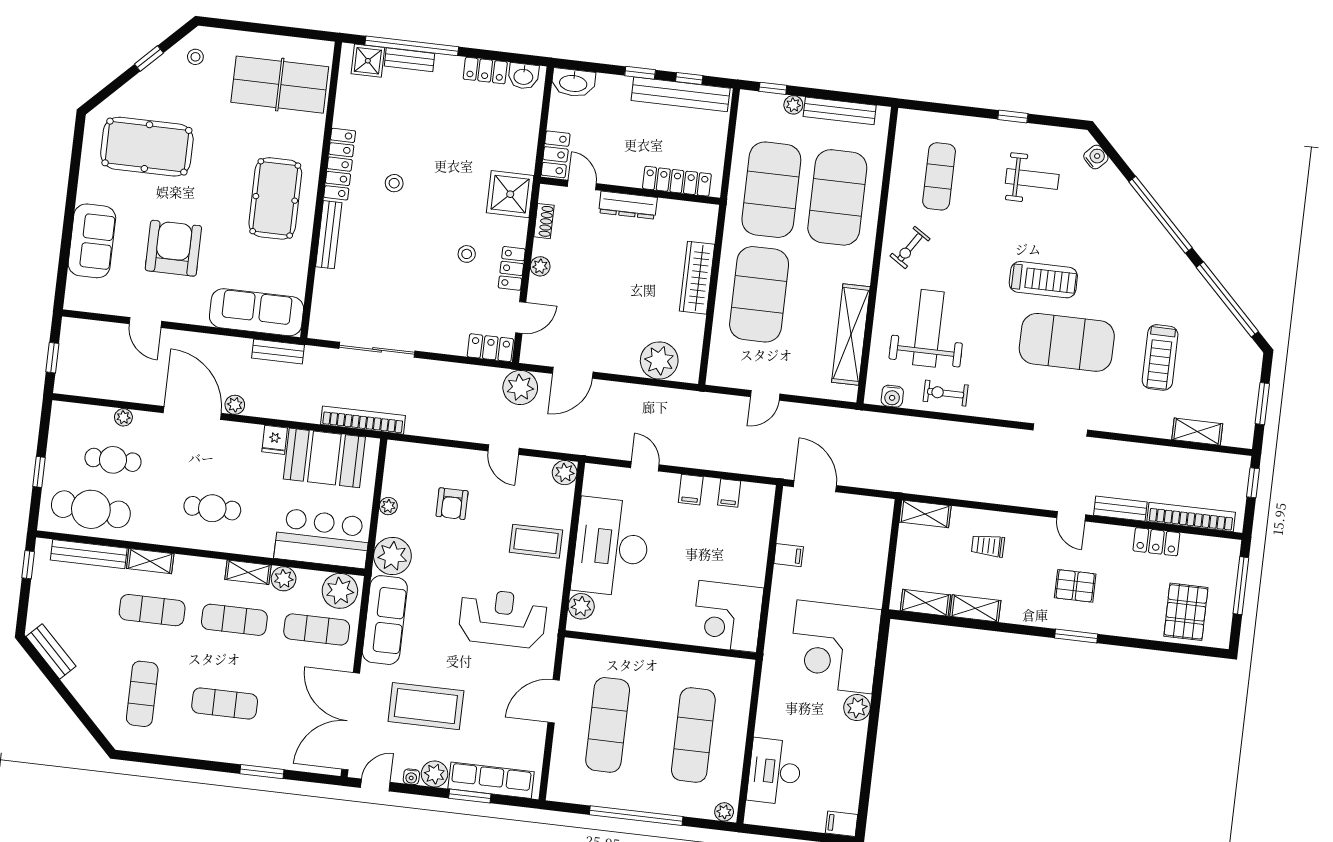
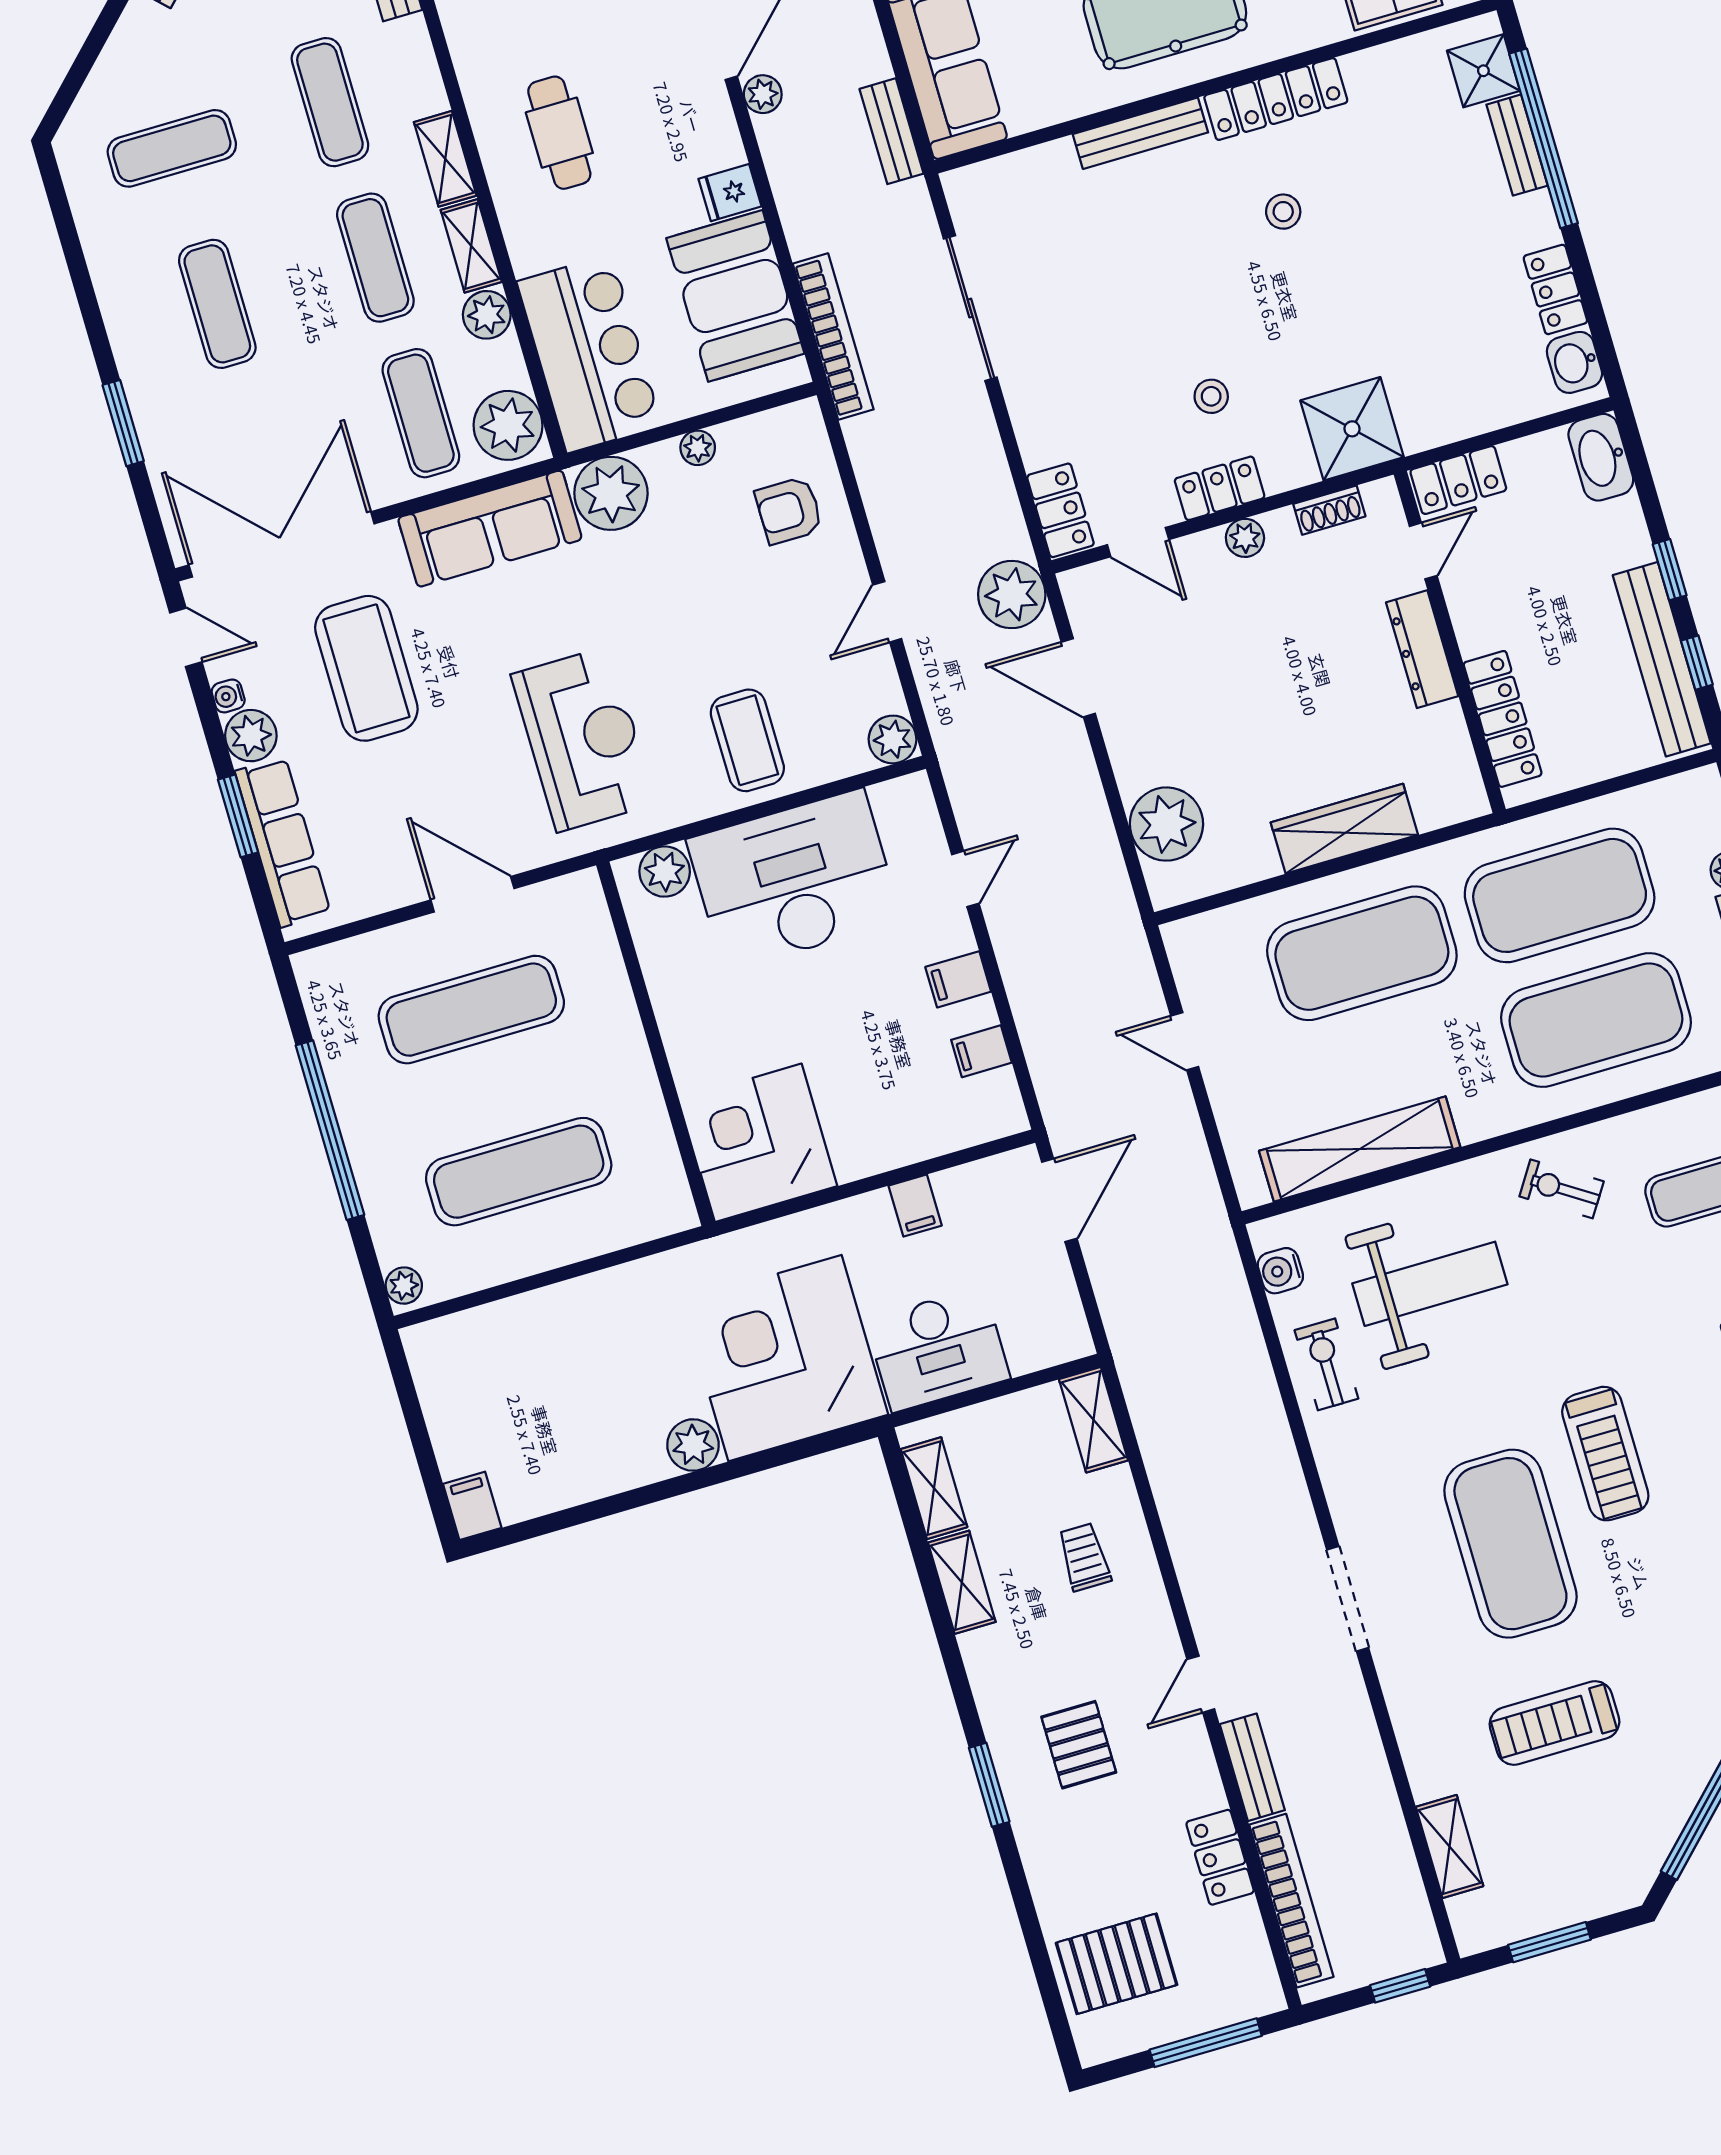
armchair: (452, 504) -> (789, 510), moved
shelving: (150, 561) -> (445, 159), moved
desk: (775, 771) -> (938, 1349), moved, turned 180

